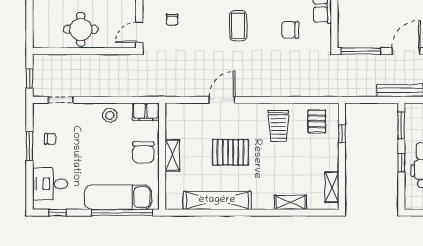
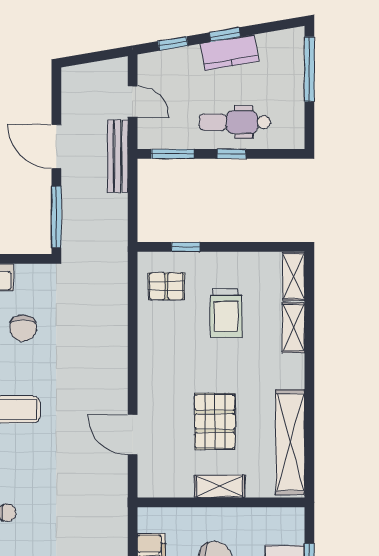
trolley: (278, 126) -> (226, 313), moved, turned 90
shelving: (172, 155) -> (220, 486), moved
wall: (162, 156) -> (221, 502), moved
shelving: (332, 187) -> (294, 276), moved, turned 90

